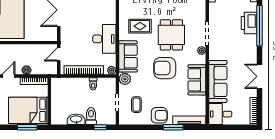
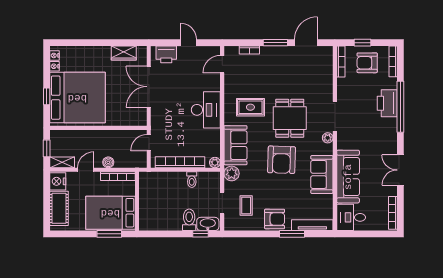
desk: (104, 39) -> (206, 110), moved
armchair: (165, 68) -> (282, 160), turned -88
washbasin: (76, 119) -> (208, 224), moved

